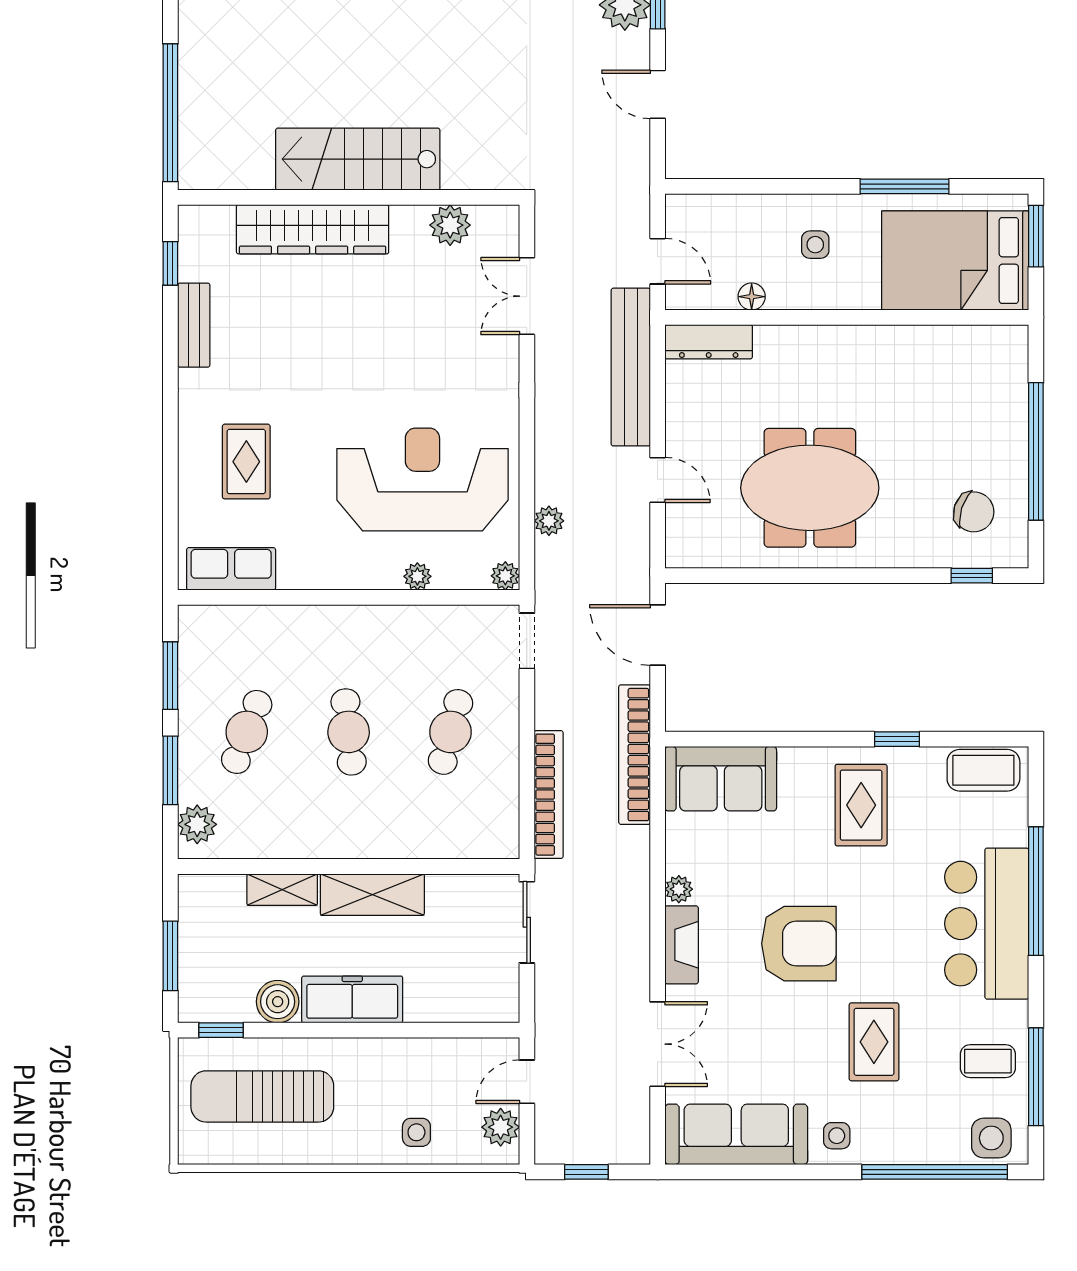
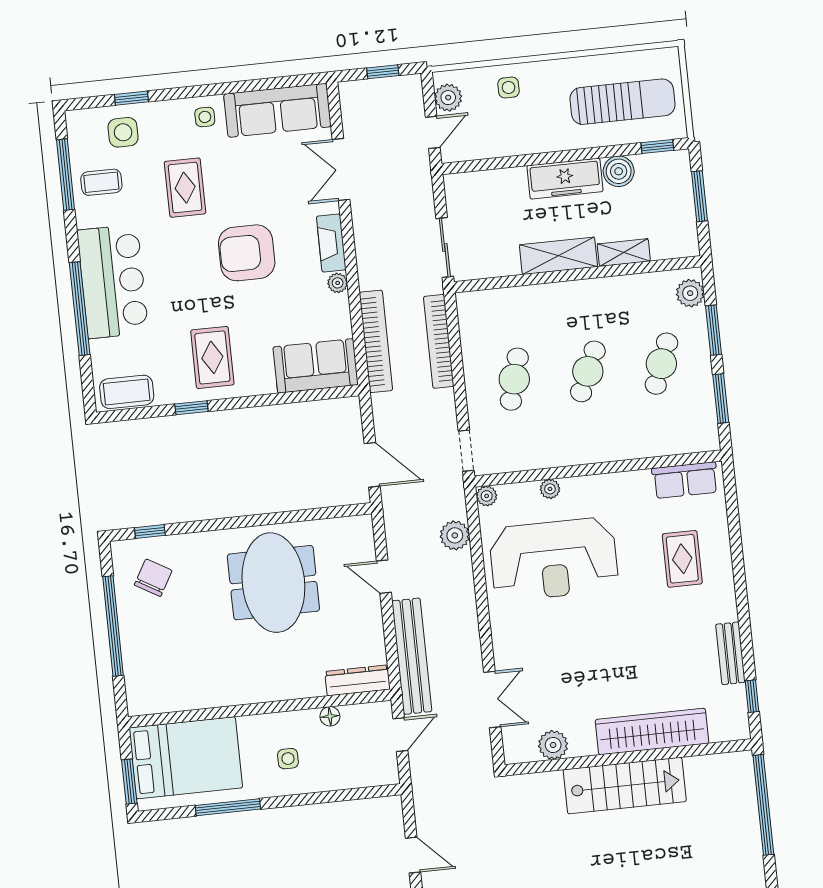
door: (658, 261) -> (400, 735), swing flipped
meeting table: (810, 488) -> (273, 583), turned 90
chair: (974, 512) -> (153, 578), turned 102
plant: (549, 521) -> (455, 535), width x1.38, depth x1.38
cafe table: (349, 732) -> (588, 371), turned 30
bookcase: (635, 755) -> (376, 341), moved
side table: (991, 1138) -> (123, 132), moved
window: (935, 1172) -> (131, 98), width x0.32

